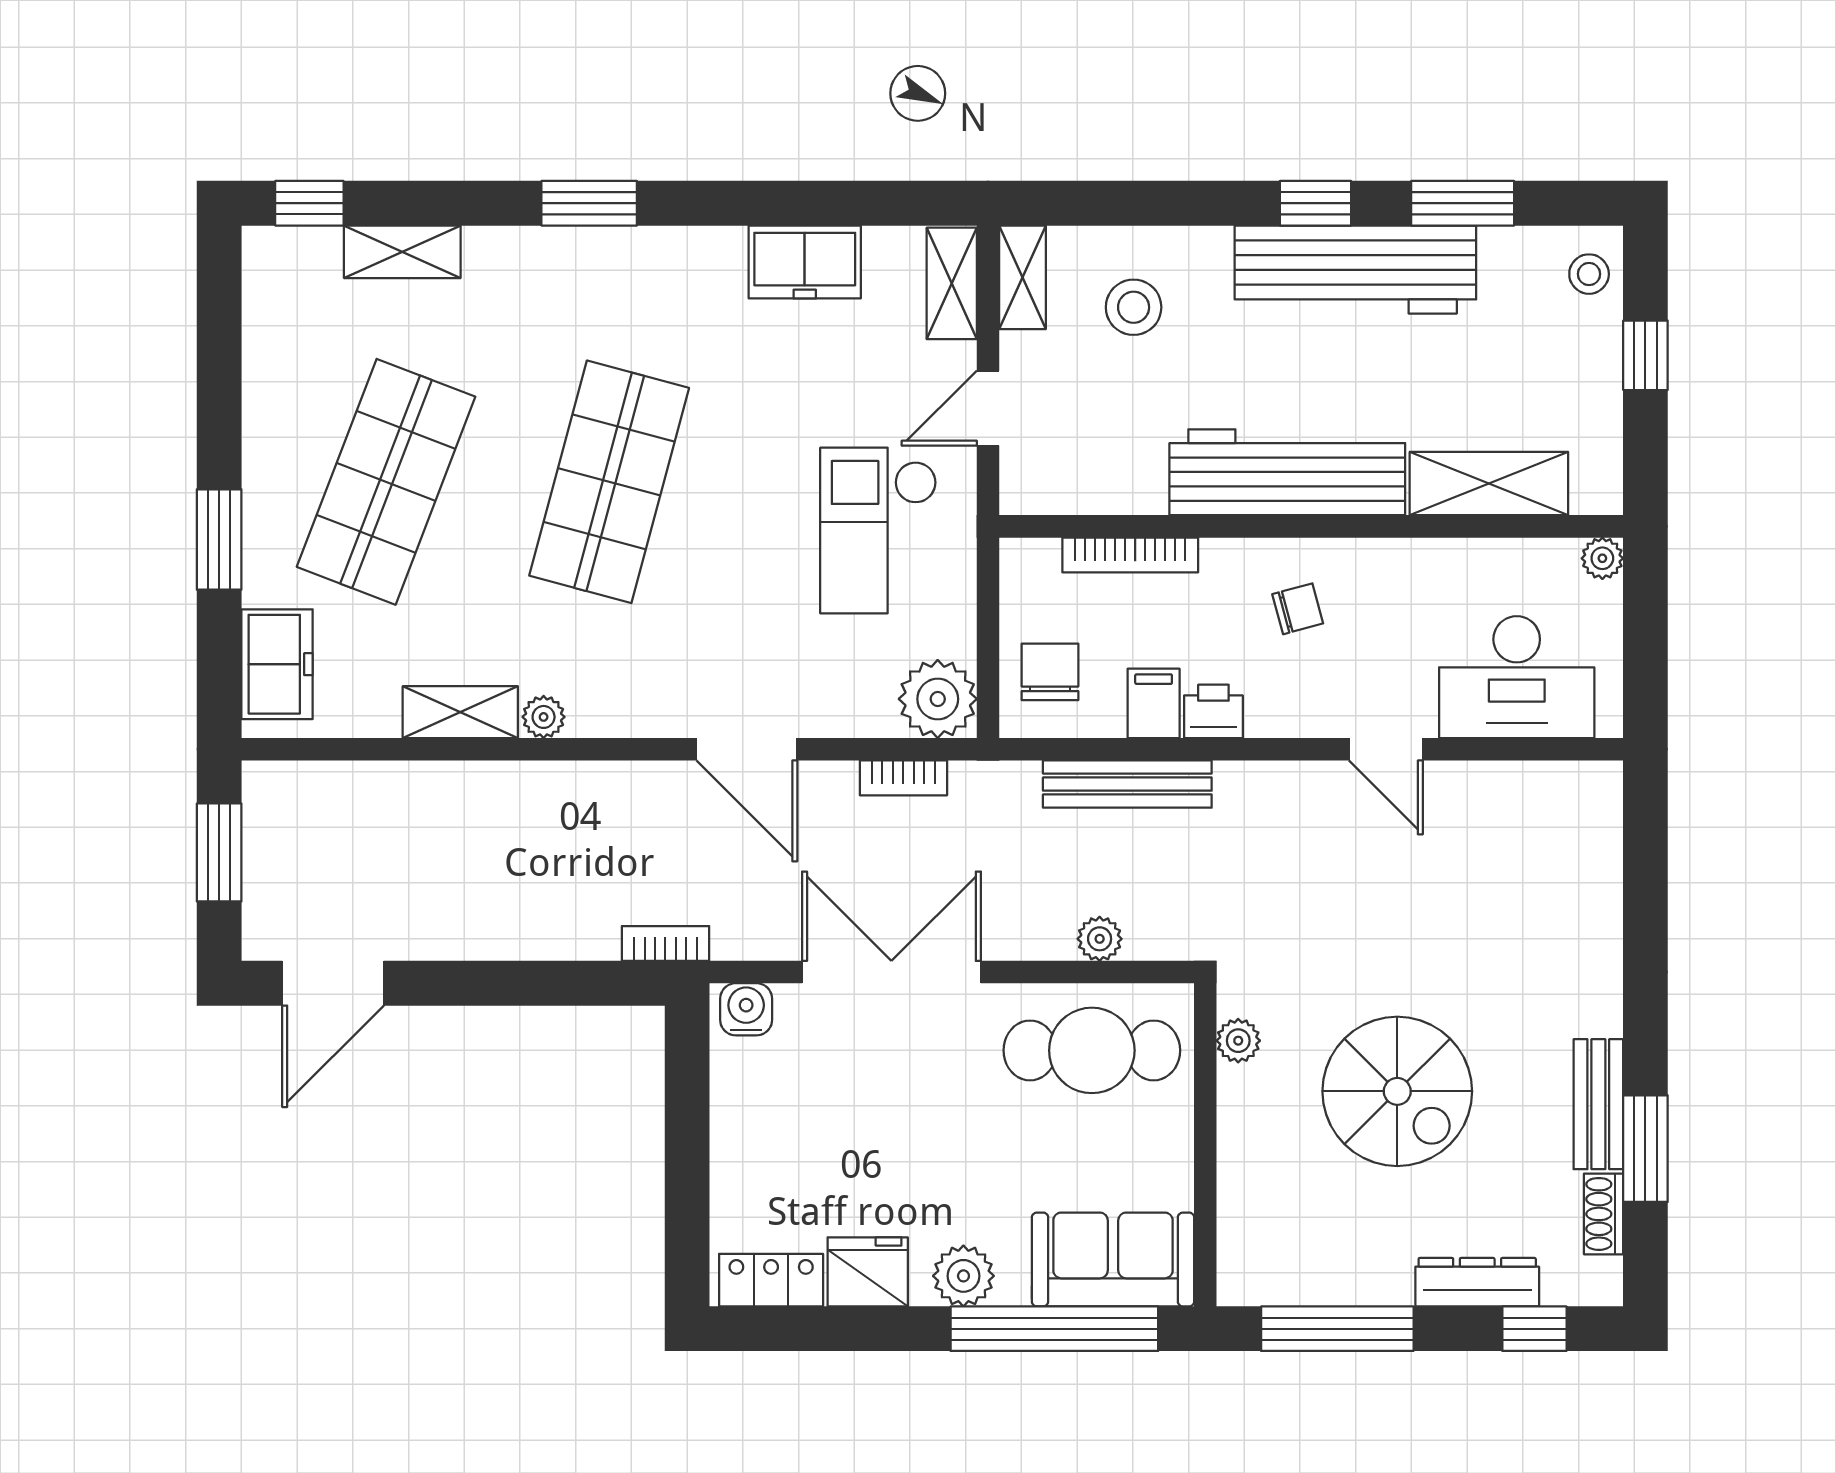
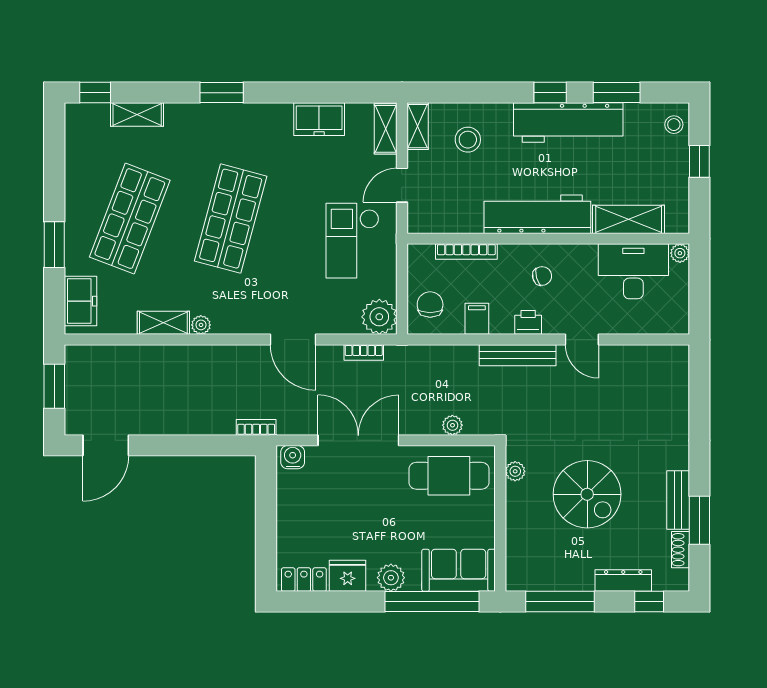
desk: (1517, 677) -> (633, 271), moved, turned 180
printer: (1213, 711) -> (528, 322), moved
bench: (1127, 784) -> (518, 355), moved

